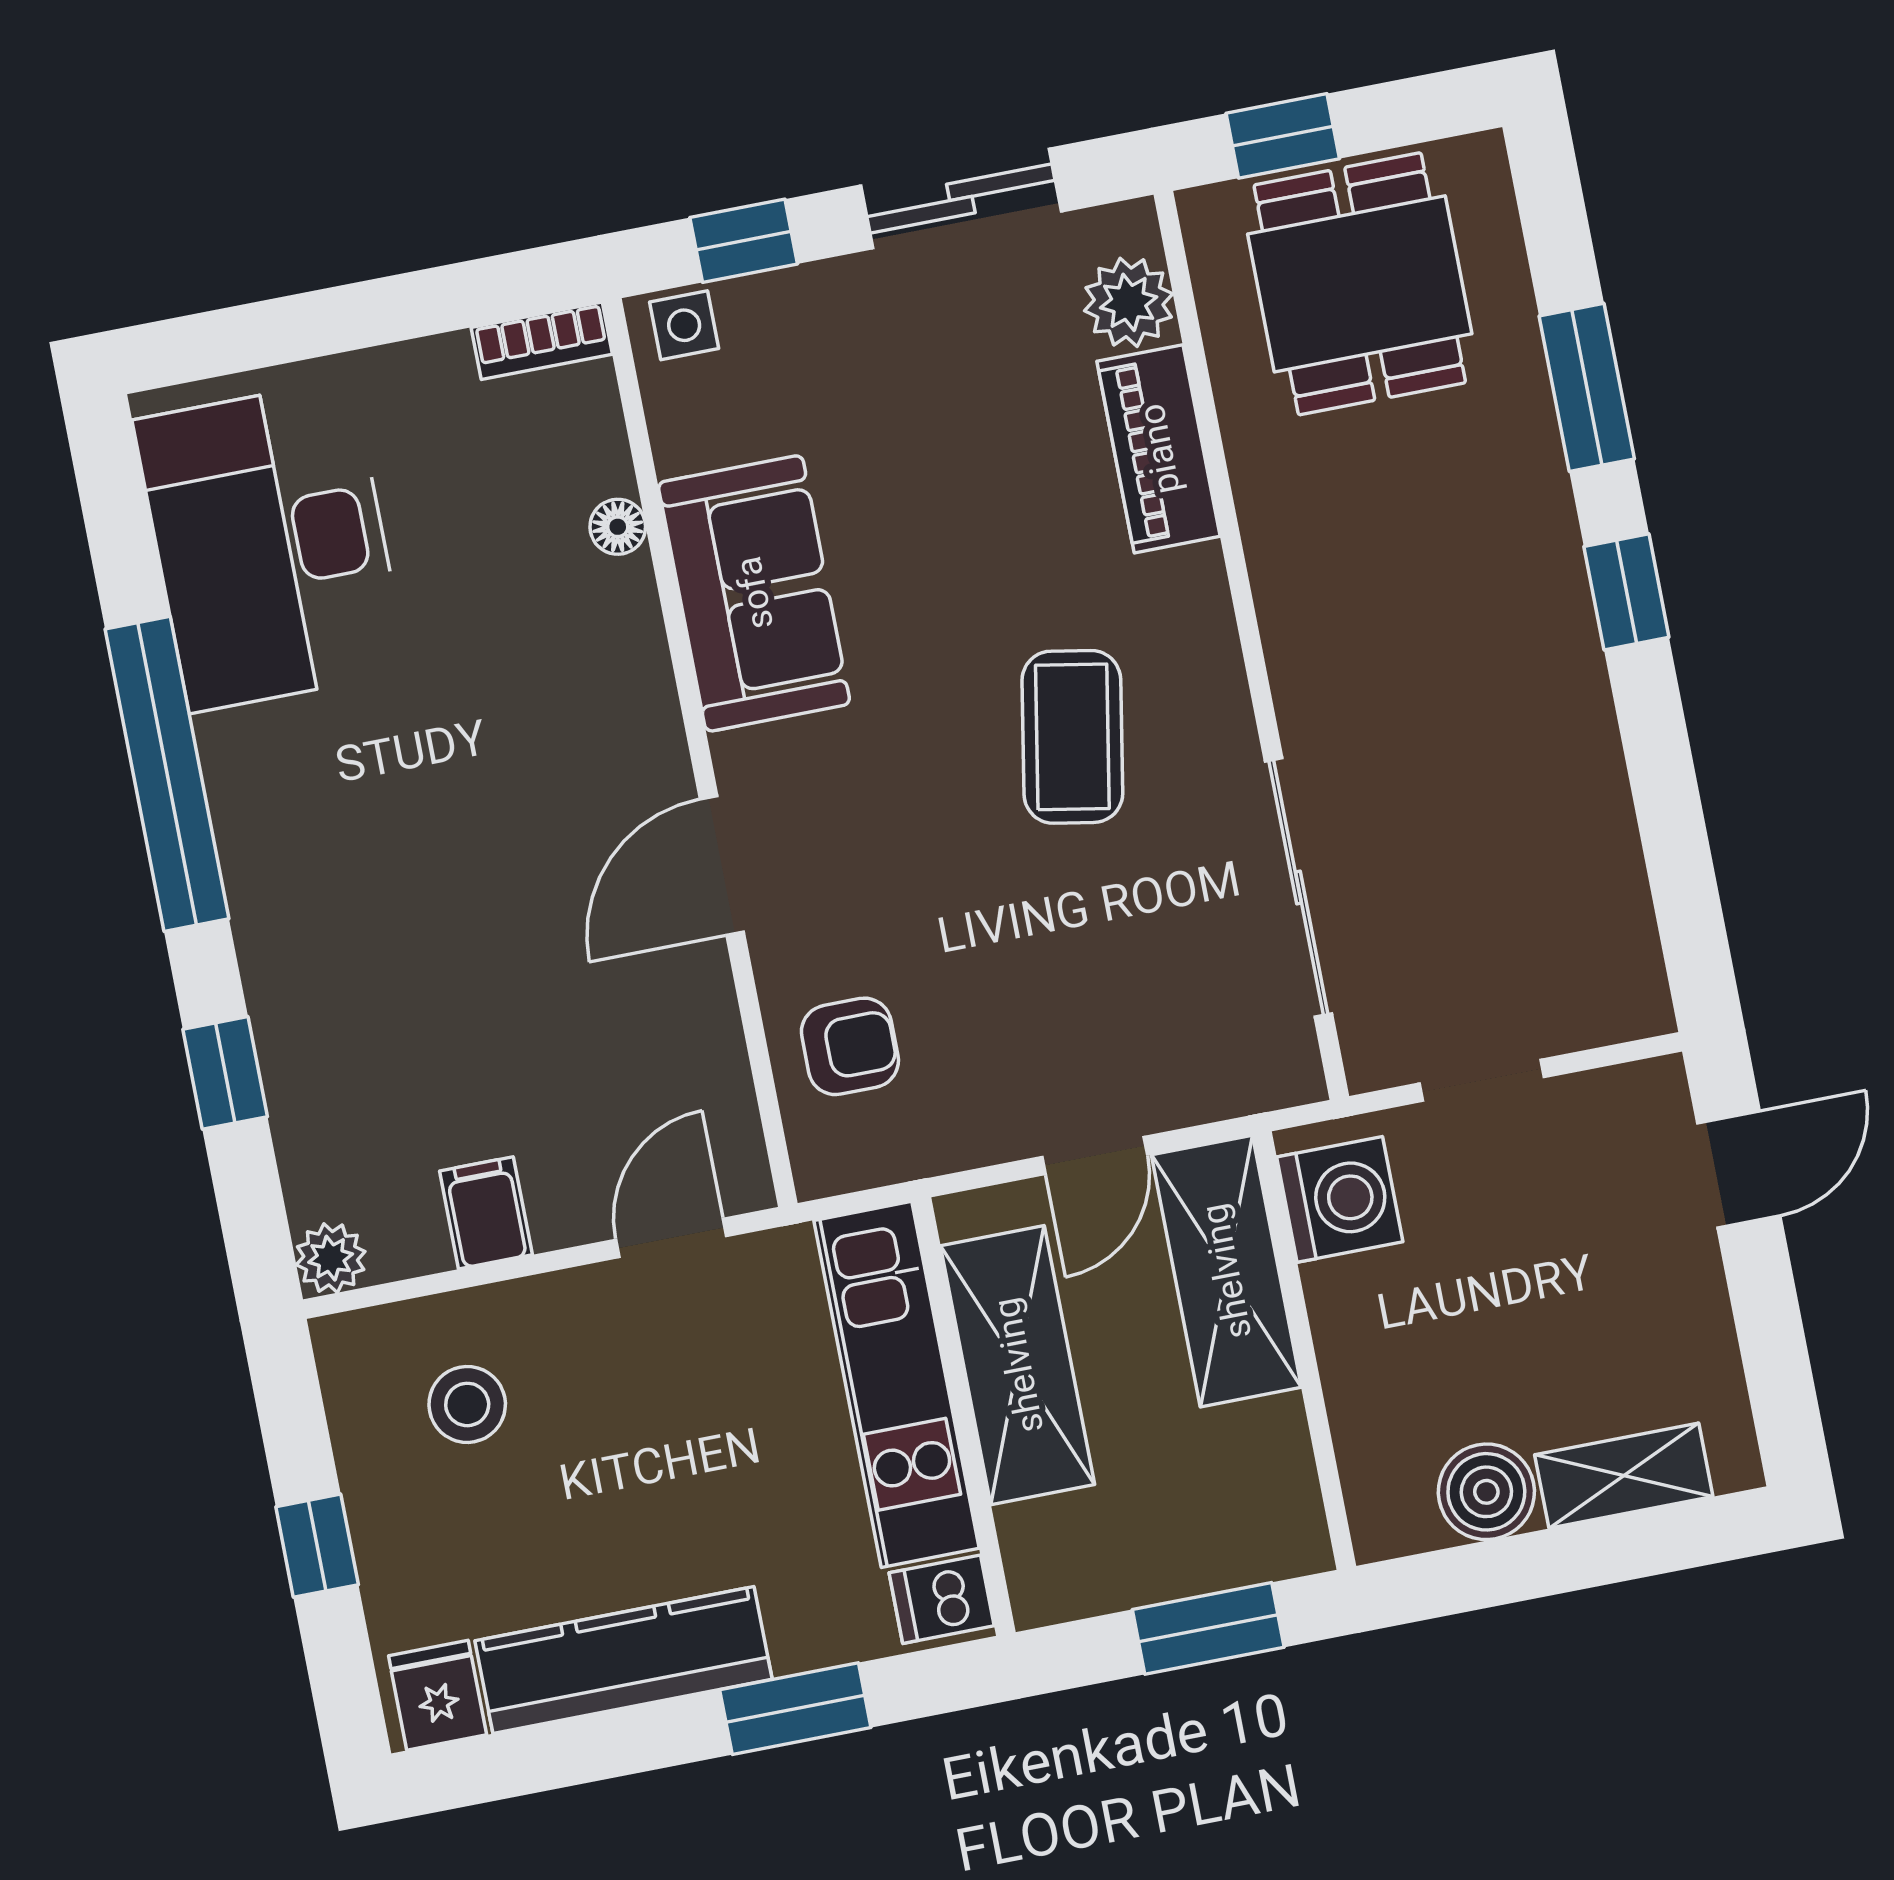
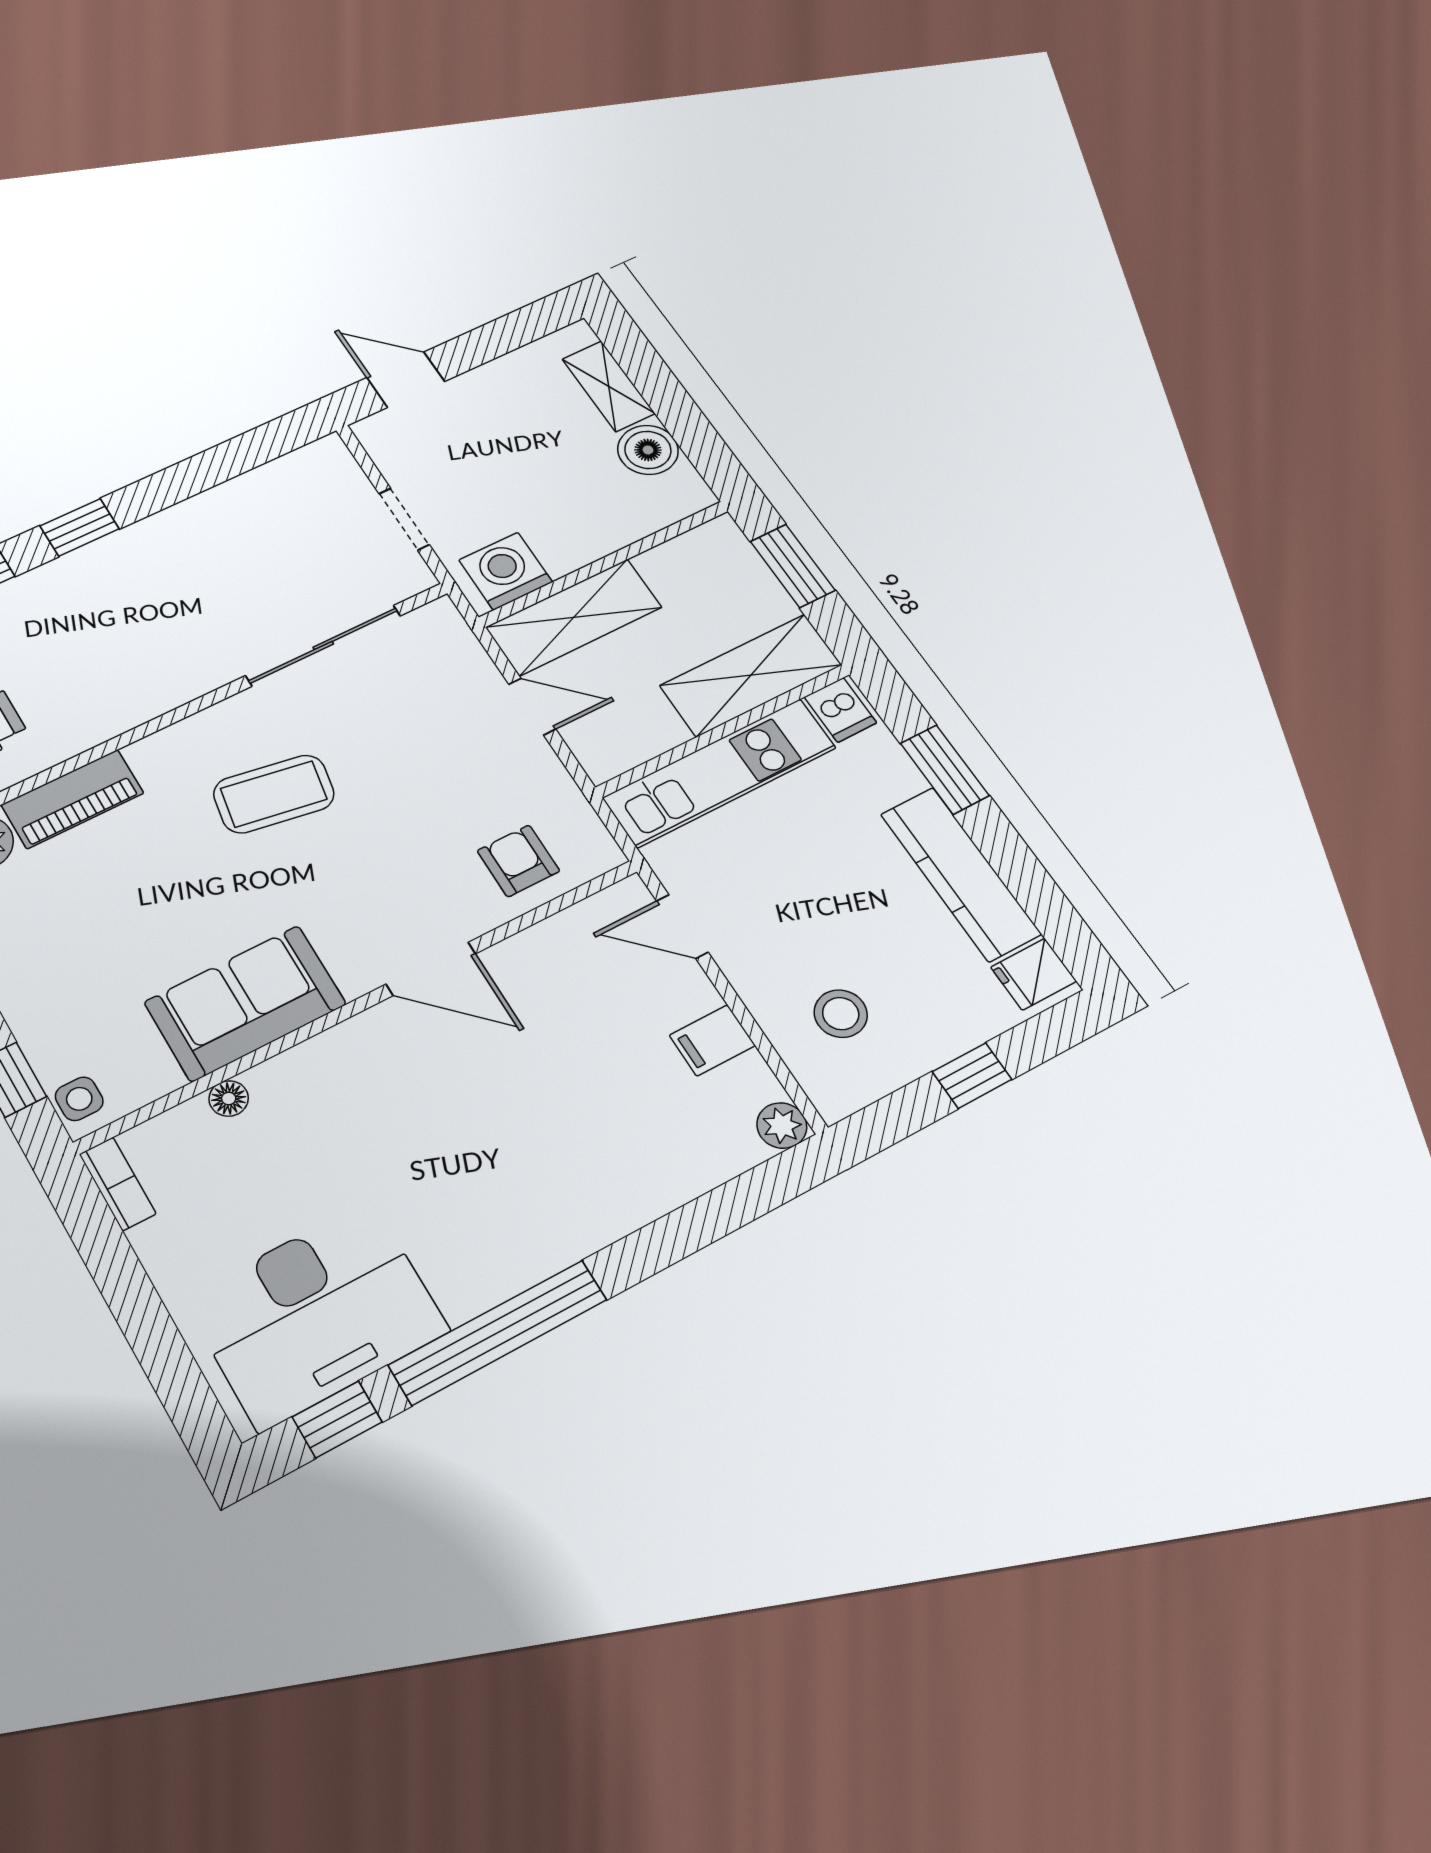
window: (225, 1073) -> (337, 1419), moved
shelving: (1018, 1365) -> (751, 675), moved

